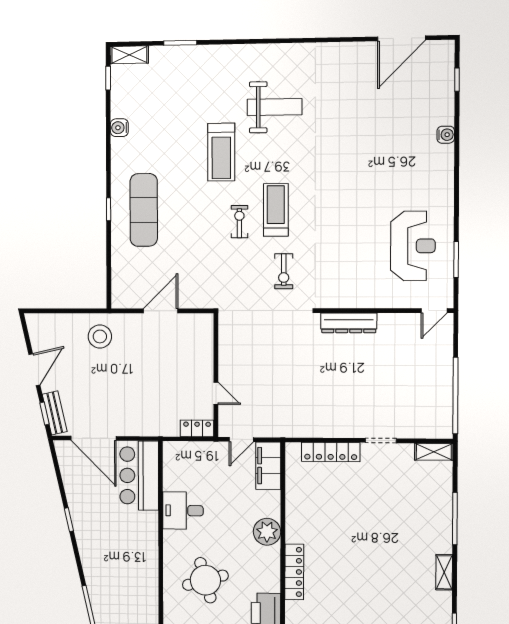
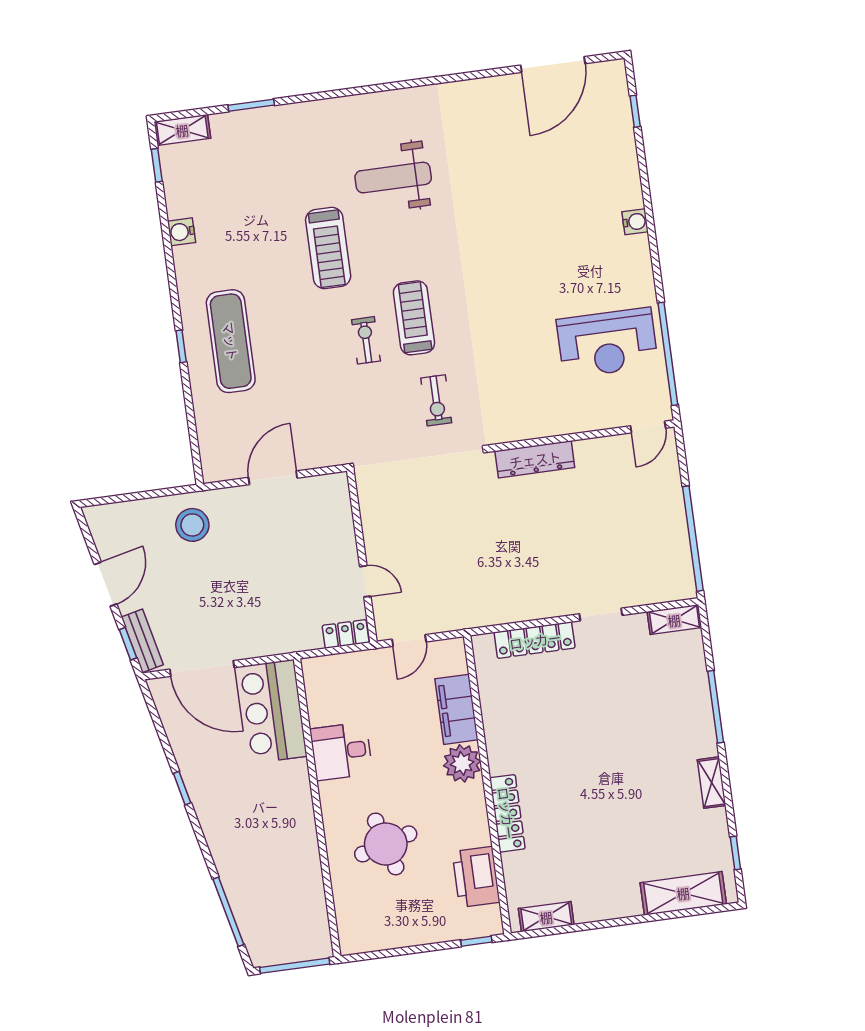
weight bench: (275, 107) -> (393, 178), turned 180
water cooler: (446, 135) -> (635, 222), moved
reception desk: (413, 246) -> (607, 343), turned 90
window: (456, 260) -> (668, 354), width x2.11
filing cabinet: (268, 466) -> (457, 709), moved

